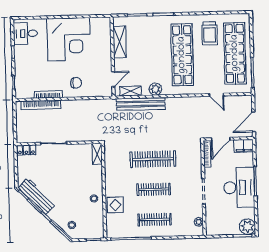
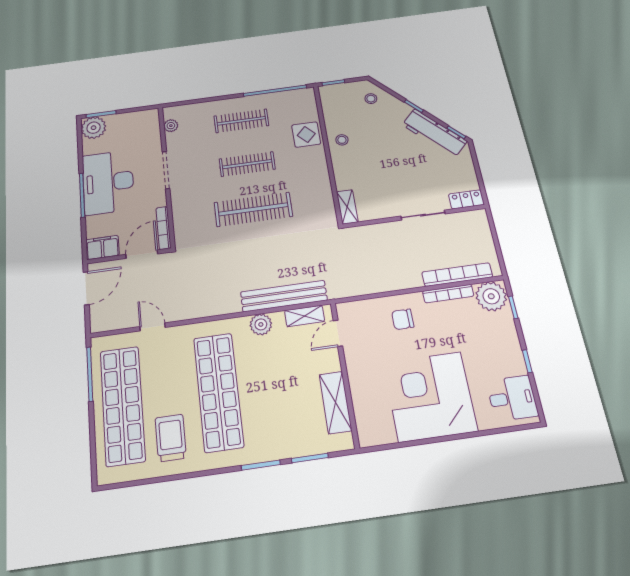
plant: (24, 90) -> (491, 296), added

